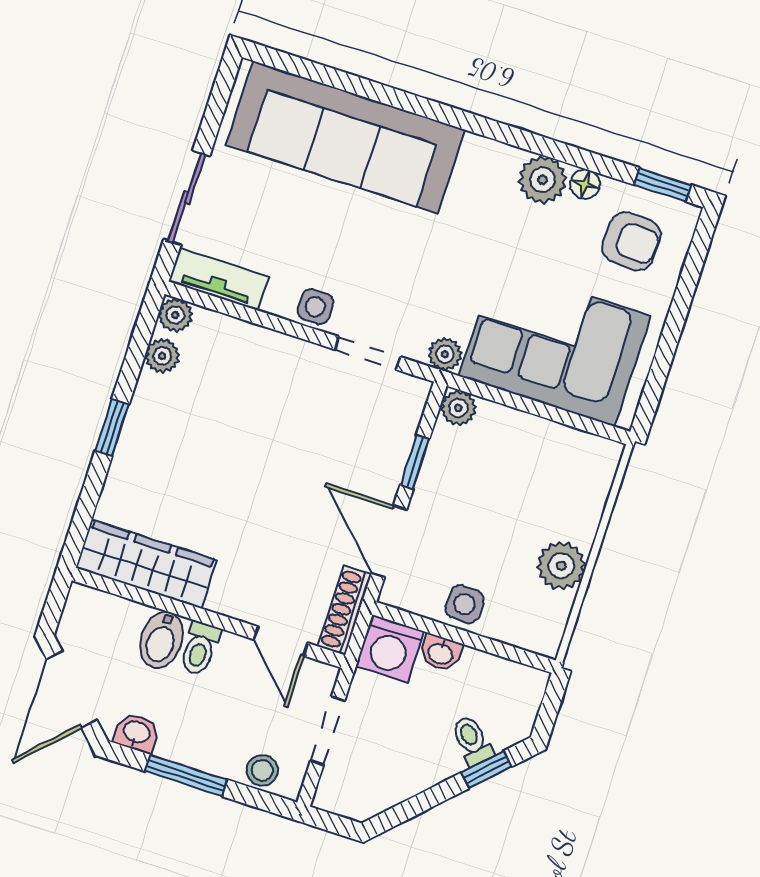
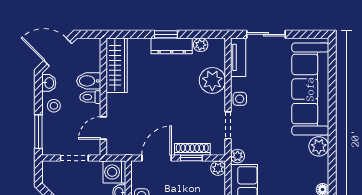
plant: (542, 180) -> (319, 146), moved
plant: (175, 315) -> (212, 80), moved, width x1.88, depth x1.88
dresser: (143, 423) -> (172, 46), added
shoe rack: (345, 610) -> (192, 149), moved
stool: (262, 770) -> (54, 106), moved
window: (186, 775) -> (38, 132), moved

